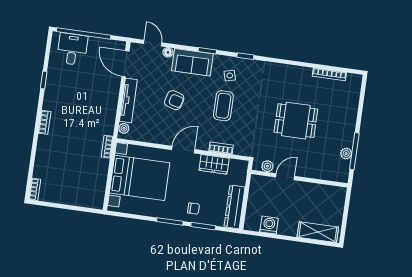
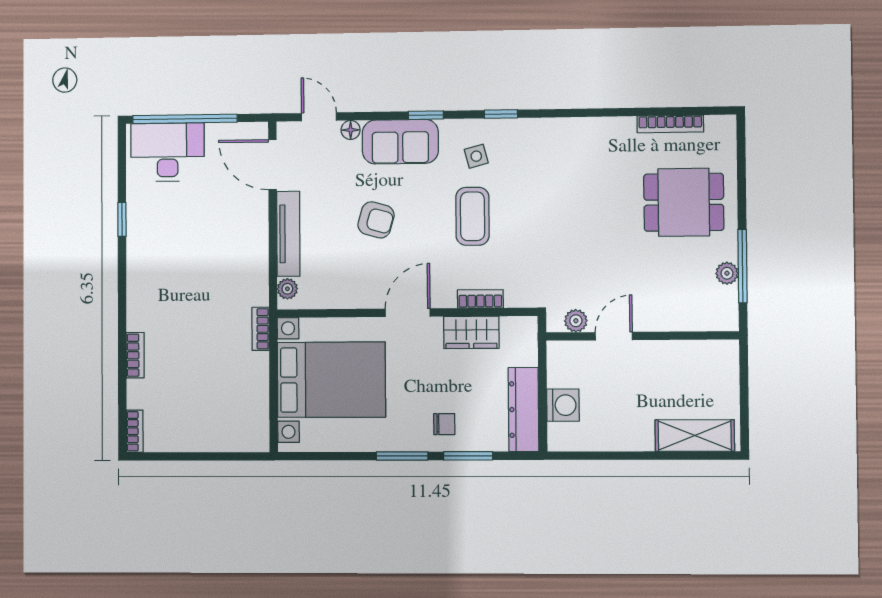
desk: (72, 49) -> (168, 152), width x1.37
dining table: (296, 121) -> (684, 202), moved
bookcase: (45, 122) -> (135, 355), moved
washing machine: (269, 225) -> (563, 405), moved, turned 90

